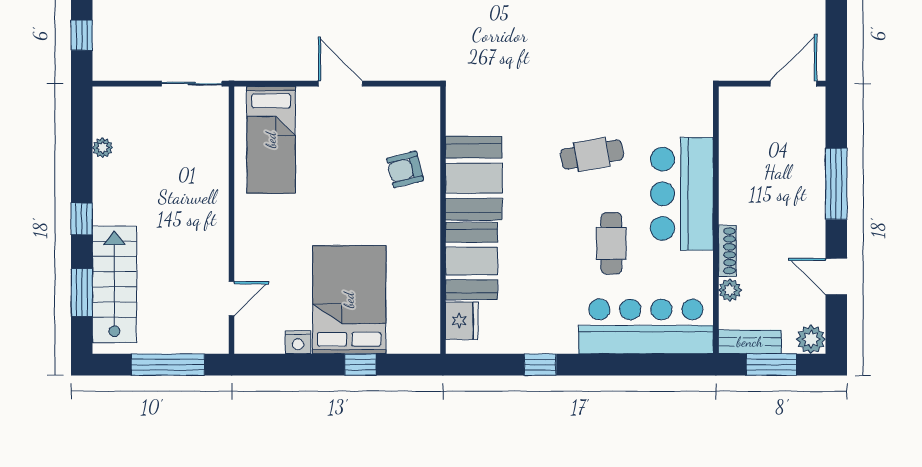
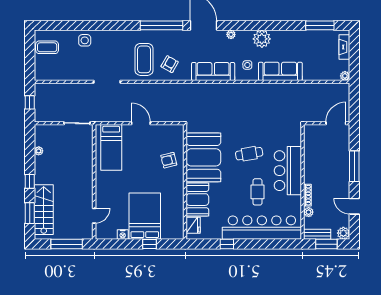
booth: (474, 178) -> (203, 157), width x1.36, depth x1.42
bar counter: (646, 326) -> (262, 228), width x1.36

